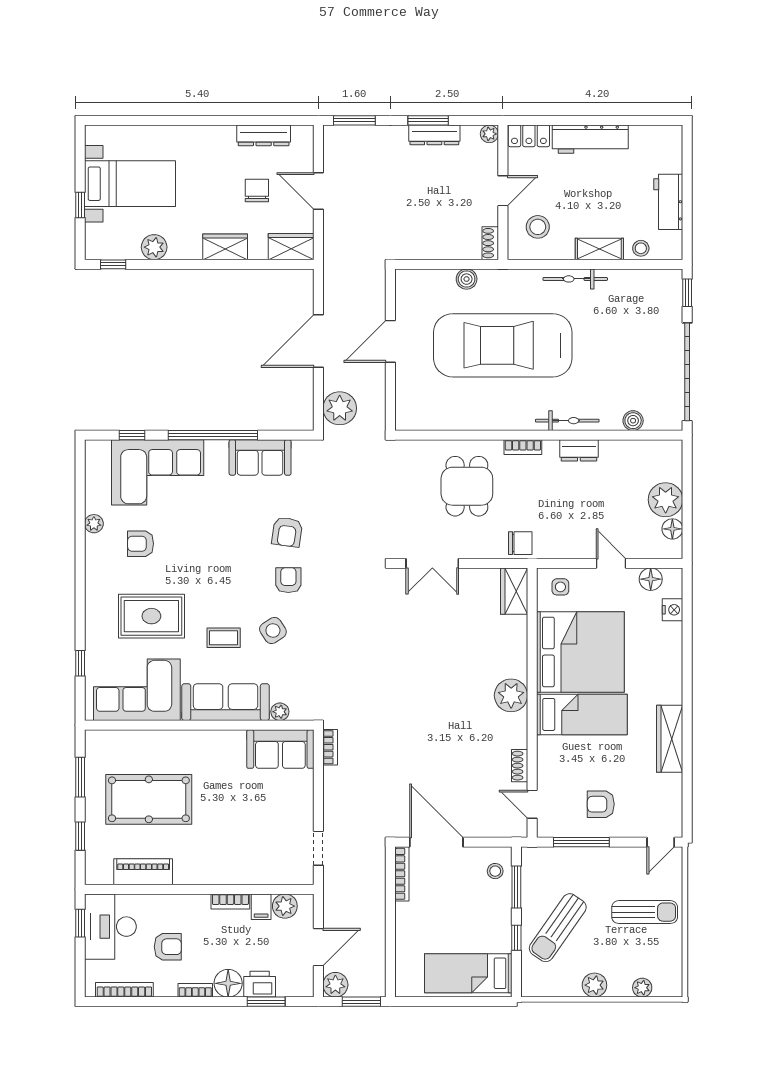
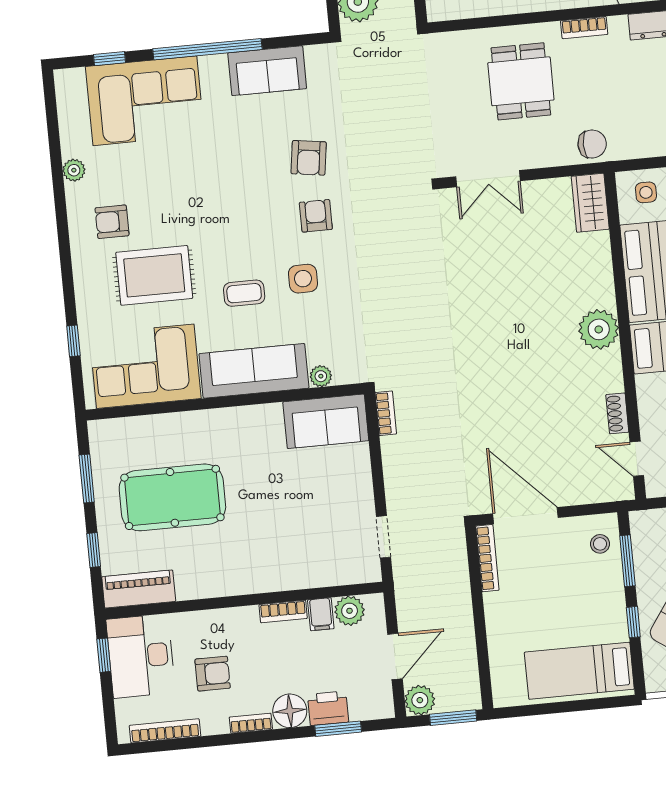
armchair: (141, 544) -> (112, 222), moved
side table: (273, 630) -> (303, 279), turned 33
piano: (143, 872) -> (139, 589), moved

